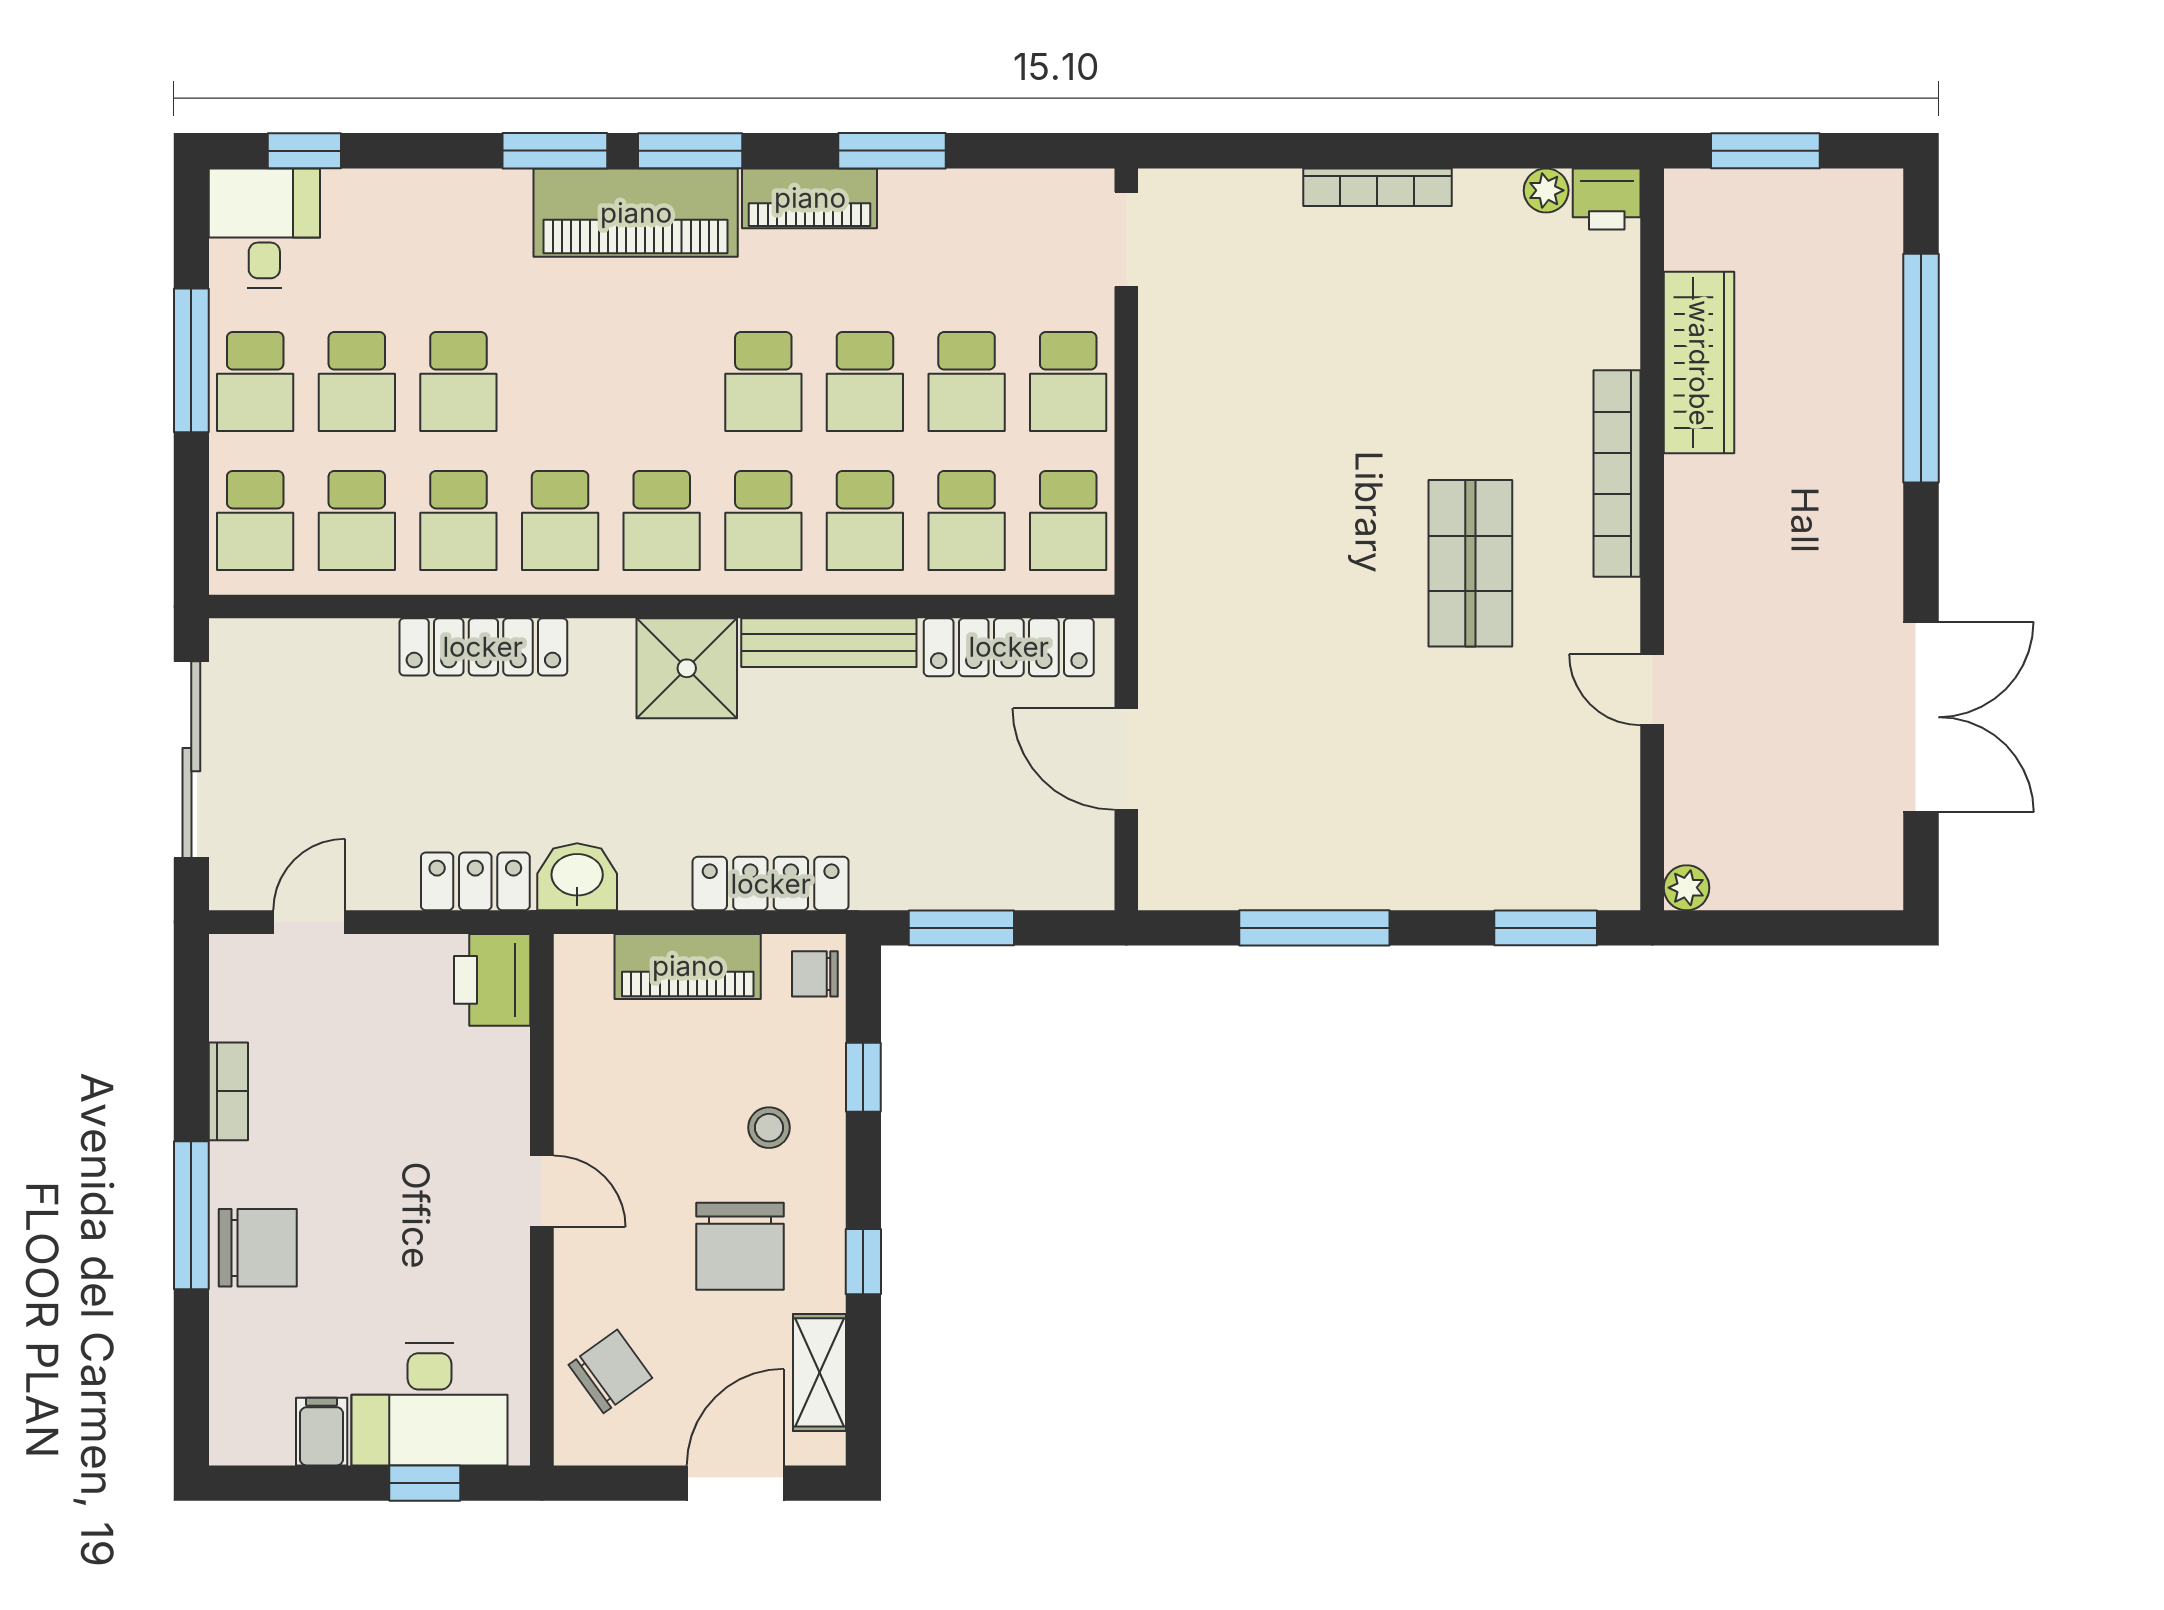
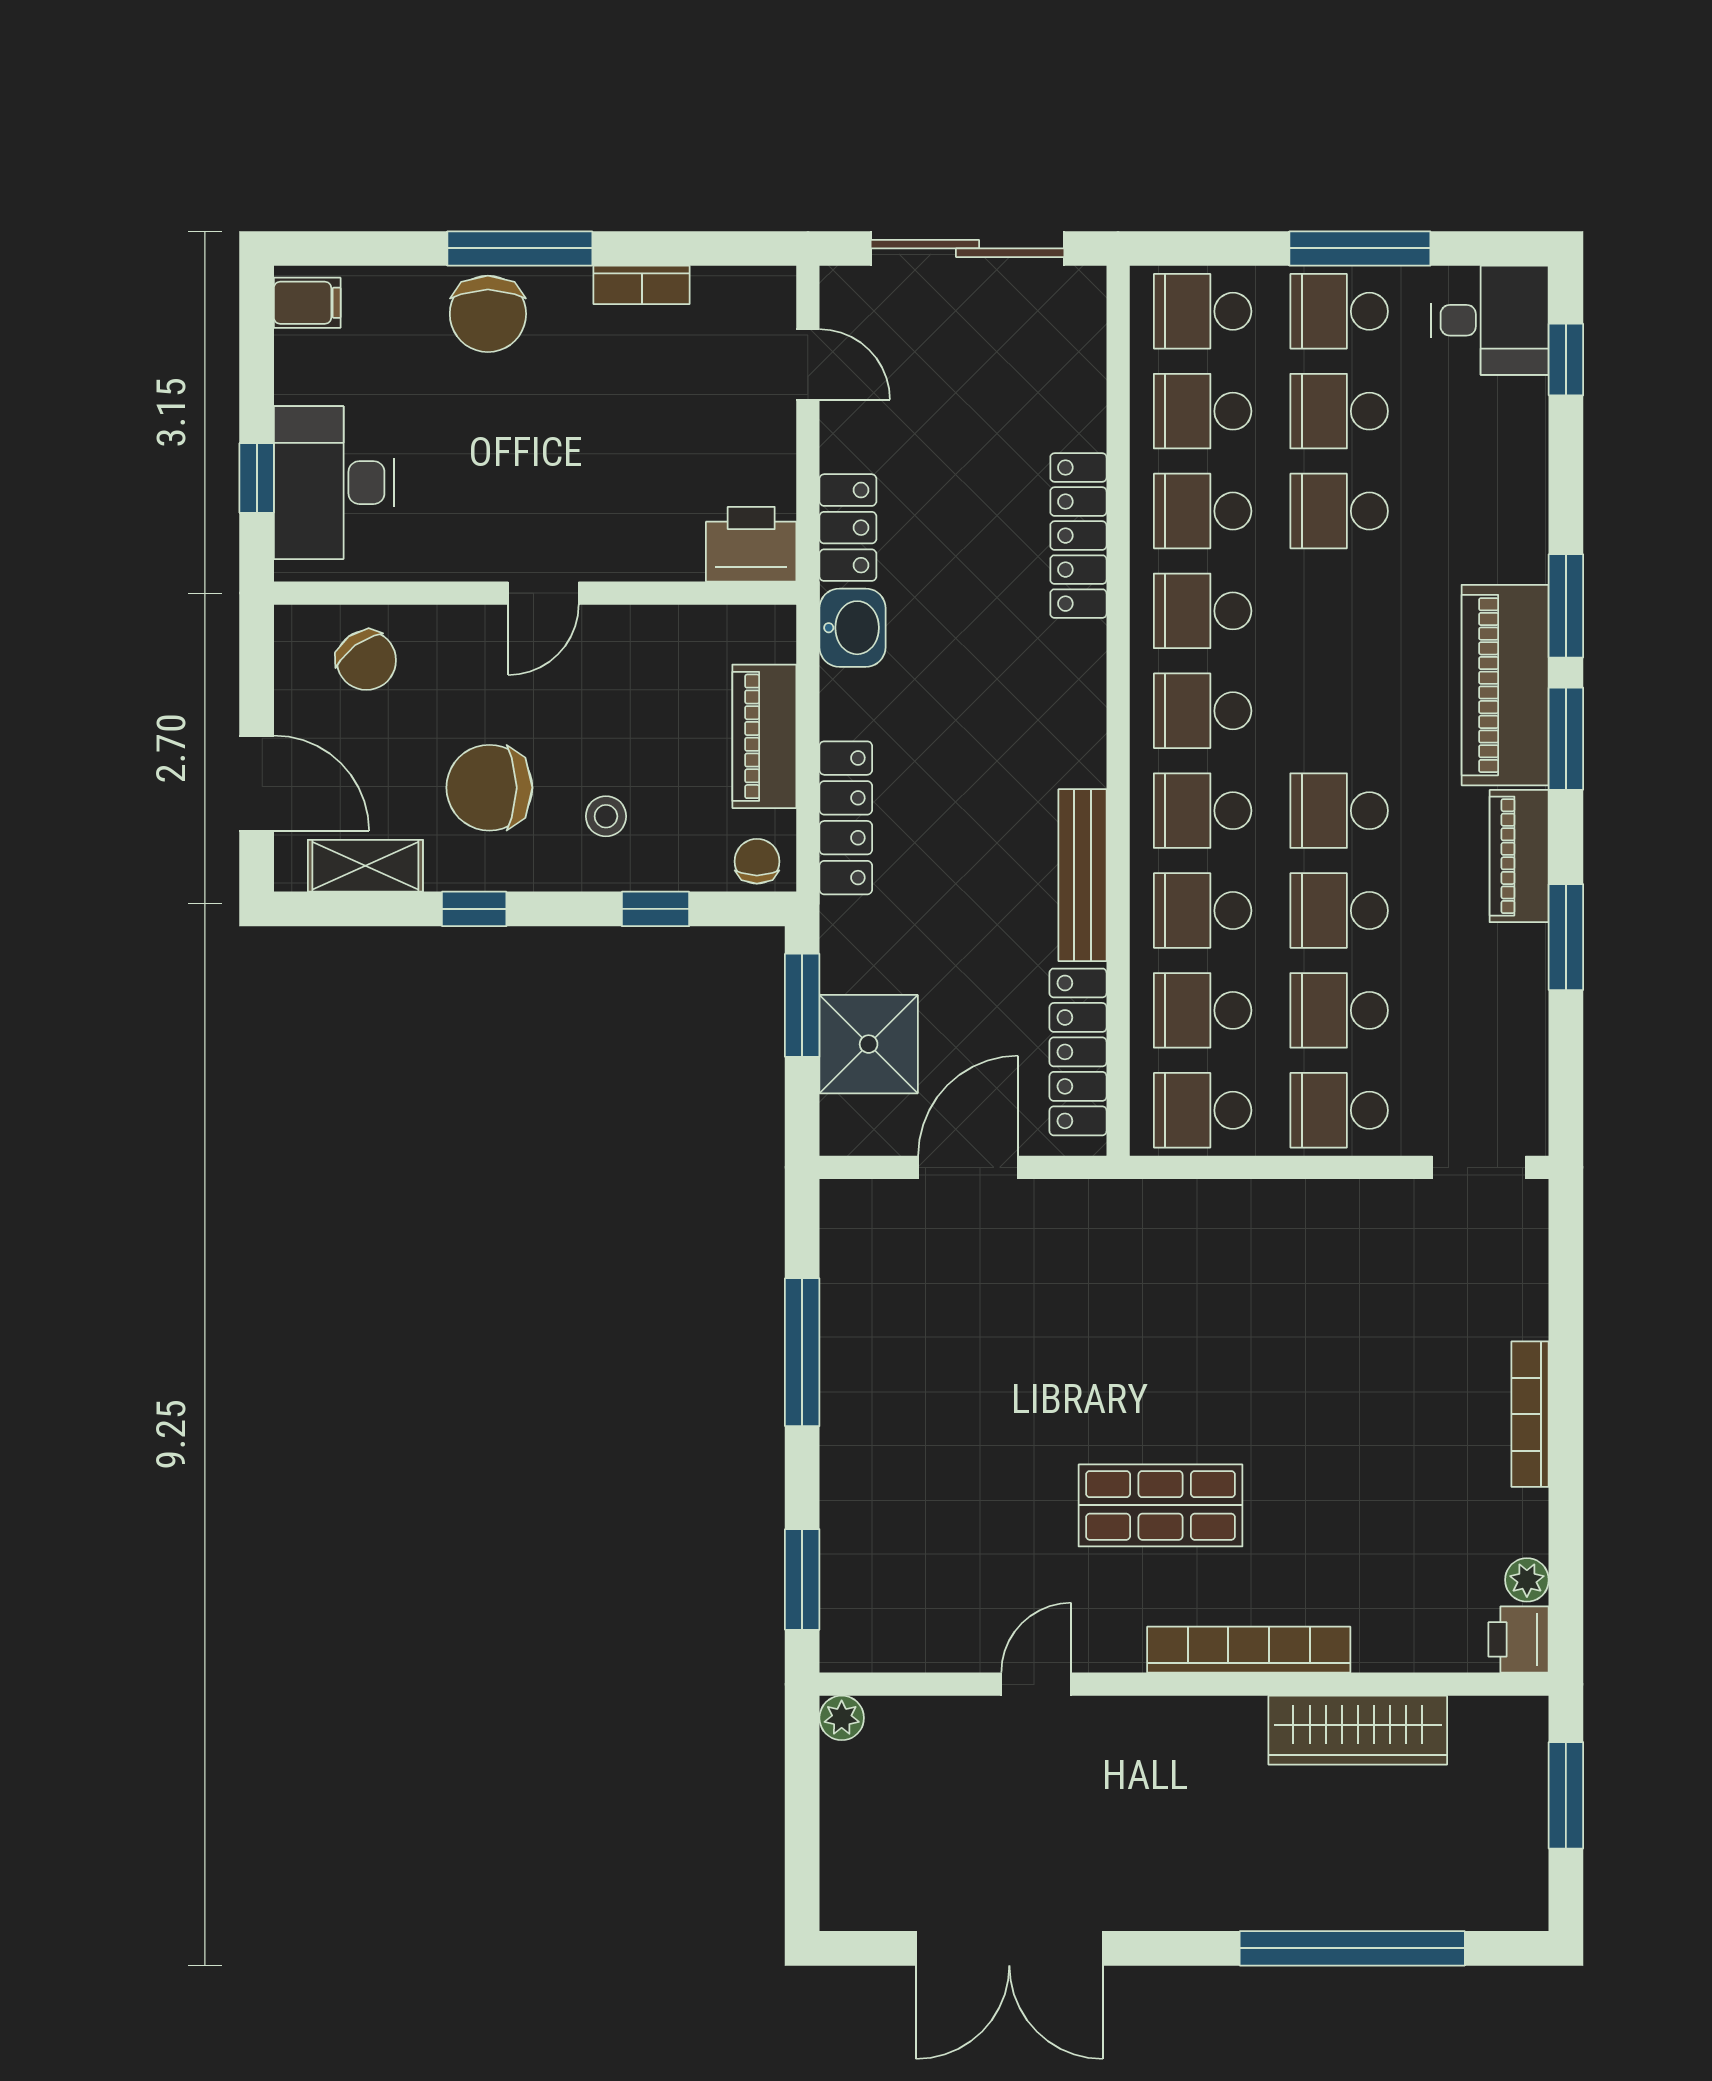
shower: (687, 668) -> (869, 1044), moved
filing cabinet: (322, 1432) -> (307, 303), moved

